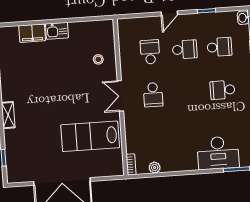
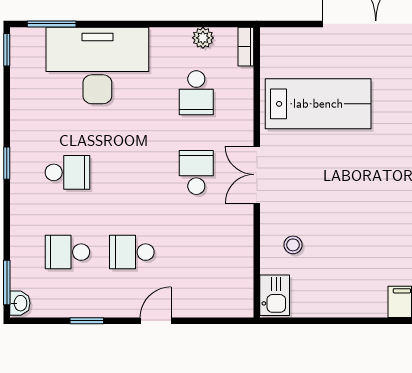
kitchen sink: (57, 31) -> (275, 295), moved, turned 90
school desk: (150, 52) -> (196, 93), moved
double door: (120, 96) -> (257, 175), swing flipped
desk: (218, 153) -> (97, 65), width x1.36, depth x1.30

